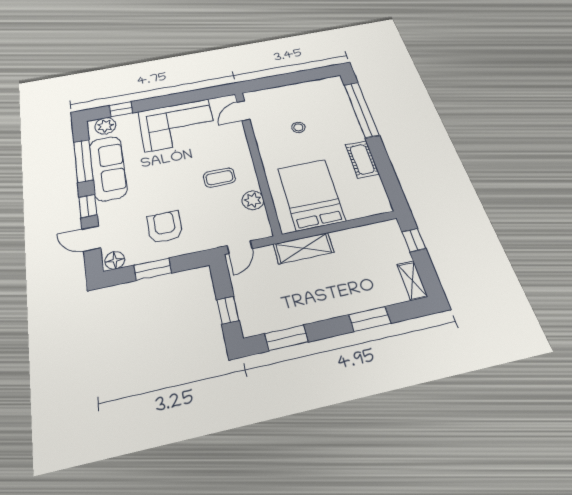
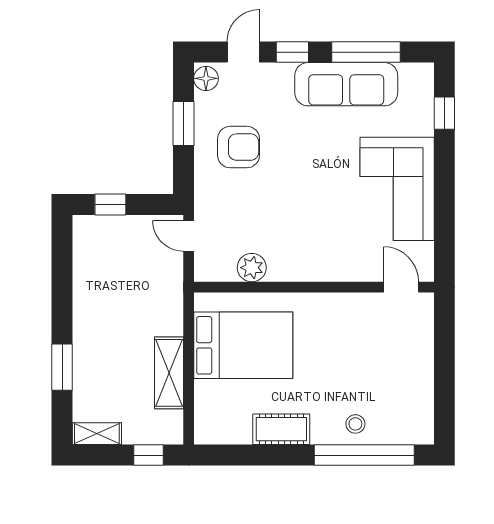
plant: (105, 126) -> (419, 88), removed
stool: (298, 127) -> (355, 424), moved
coffee table: (219, 178) -> (297, 231), removed
shelving: (304, 248) -> (169, 373), moved
window: (286, 338) -> (62, 265), removed

